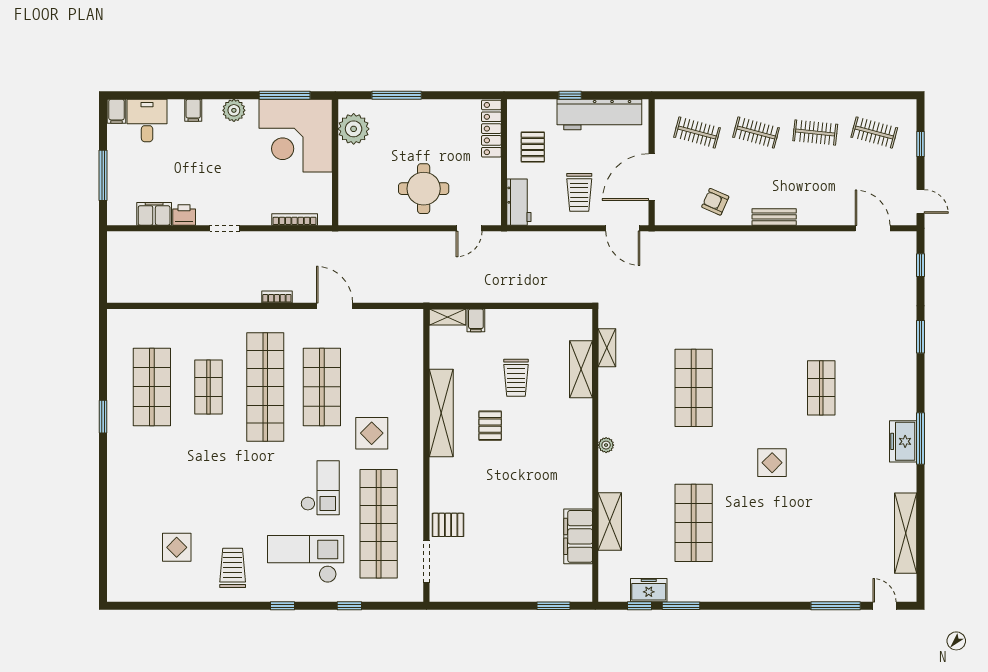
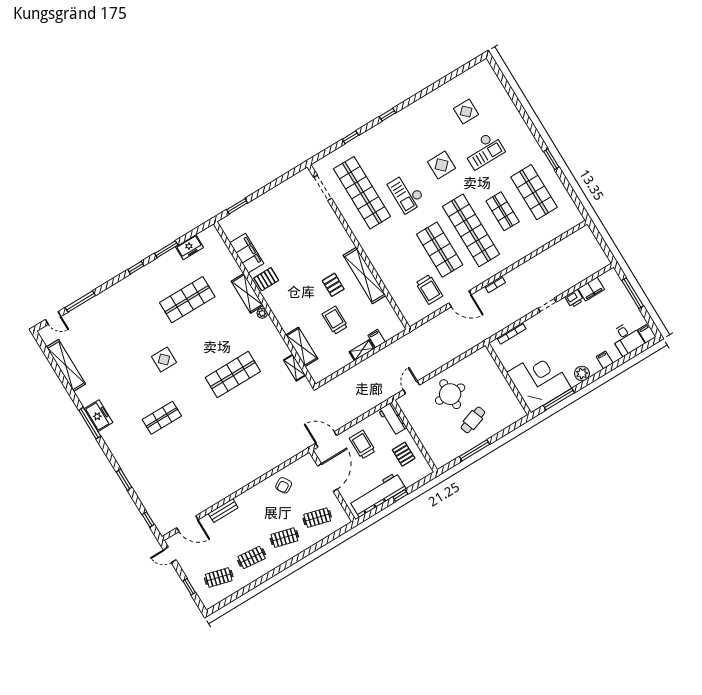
window: (397, 95) -> (474, 450), moved
plant: (354, 129) -> (509, 404), removed
locker: (491, 129) -> (433, 450), removed
cafe table: (414, 136) -> (473, 420), added
armchair: (715, 202) -> (284, 485), turned 125
bench: (774, 217) -> (223, 511), moved
shelving: (447, 317) -> (362, 350), moved
shop shelf: (694, 388) -> (233, 375), turned 90
shop shelf: (821, 388) -> (162, 418), turned 90
display table: (372, 433) -> (441, 165), moved
shelving: (610, 521) -> (247, 293), moved
shop shelf: (694, 523) -> (187, 300), turned 90
pallet: (448, 525) -> (266, 279), moved
checkout: (306, 559) -> (484, 150), moved, width x0.73, depth x0.83
trolley: (233, 568) -> (429, 289), moved
window: (640, 606) -> (136, 268), moved

